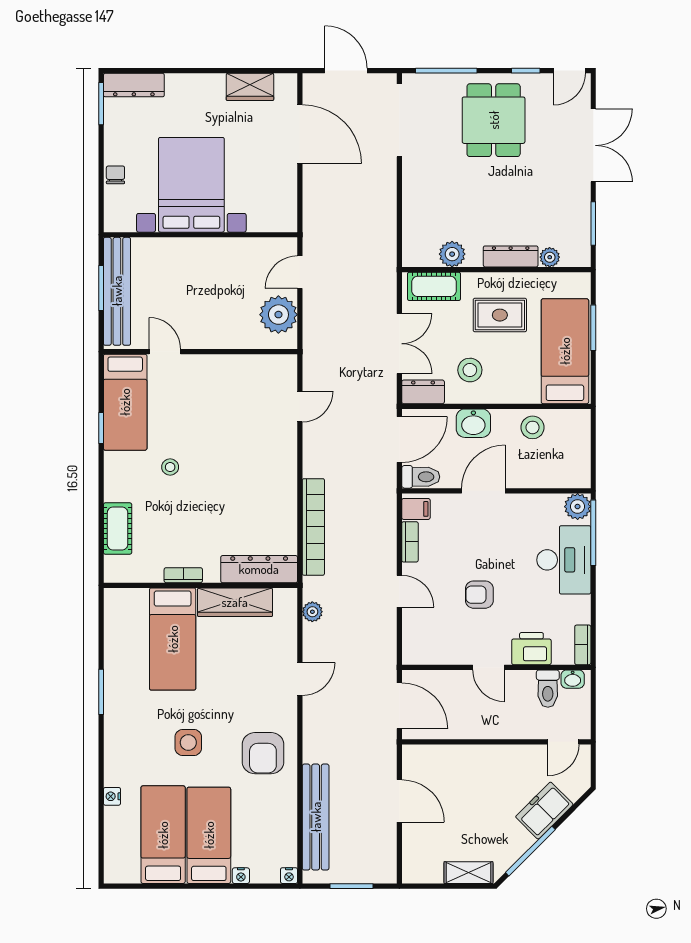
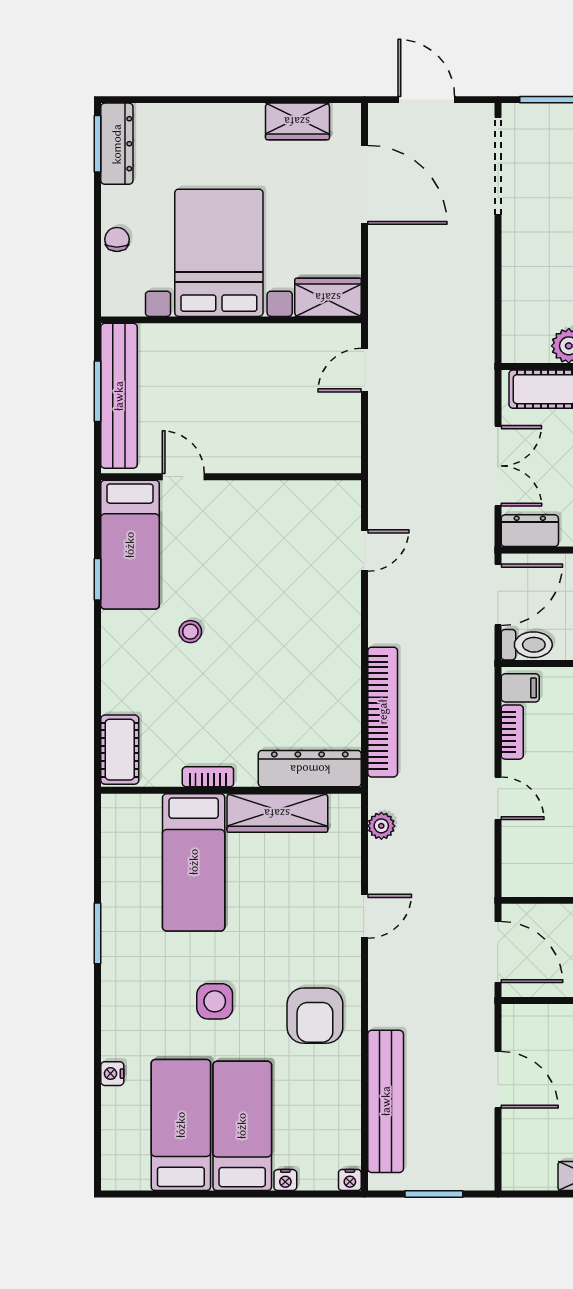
dresser: (134, 85) -> (117, 144), moved, turned -90
wardrobe: (273, 218) -> (328, 297), added
plant: (278, 315) -> (336, 427), removed
cot: (118, 529) -> (120, 750), moved

